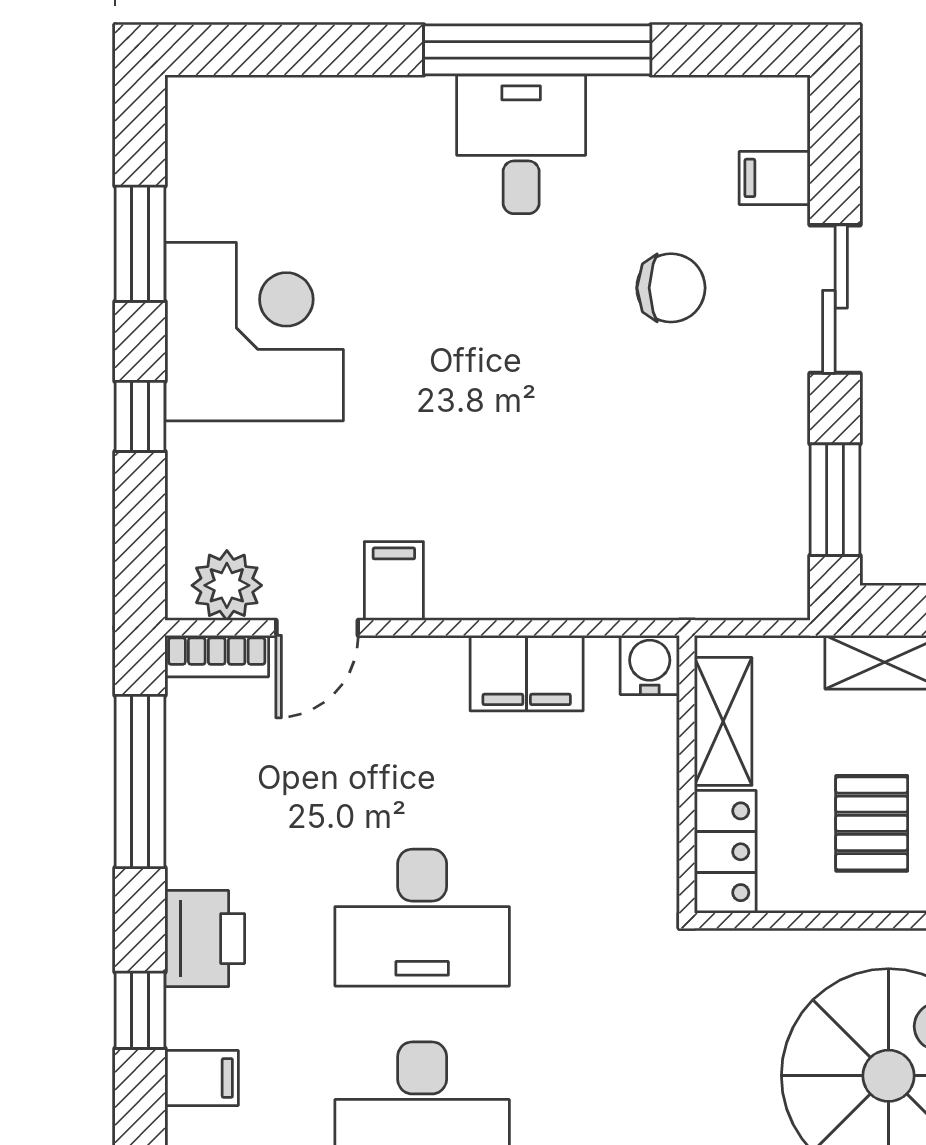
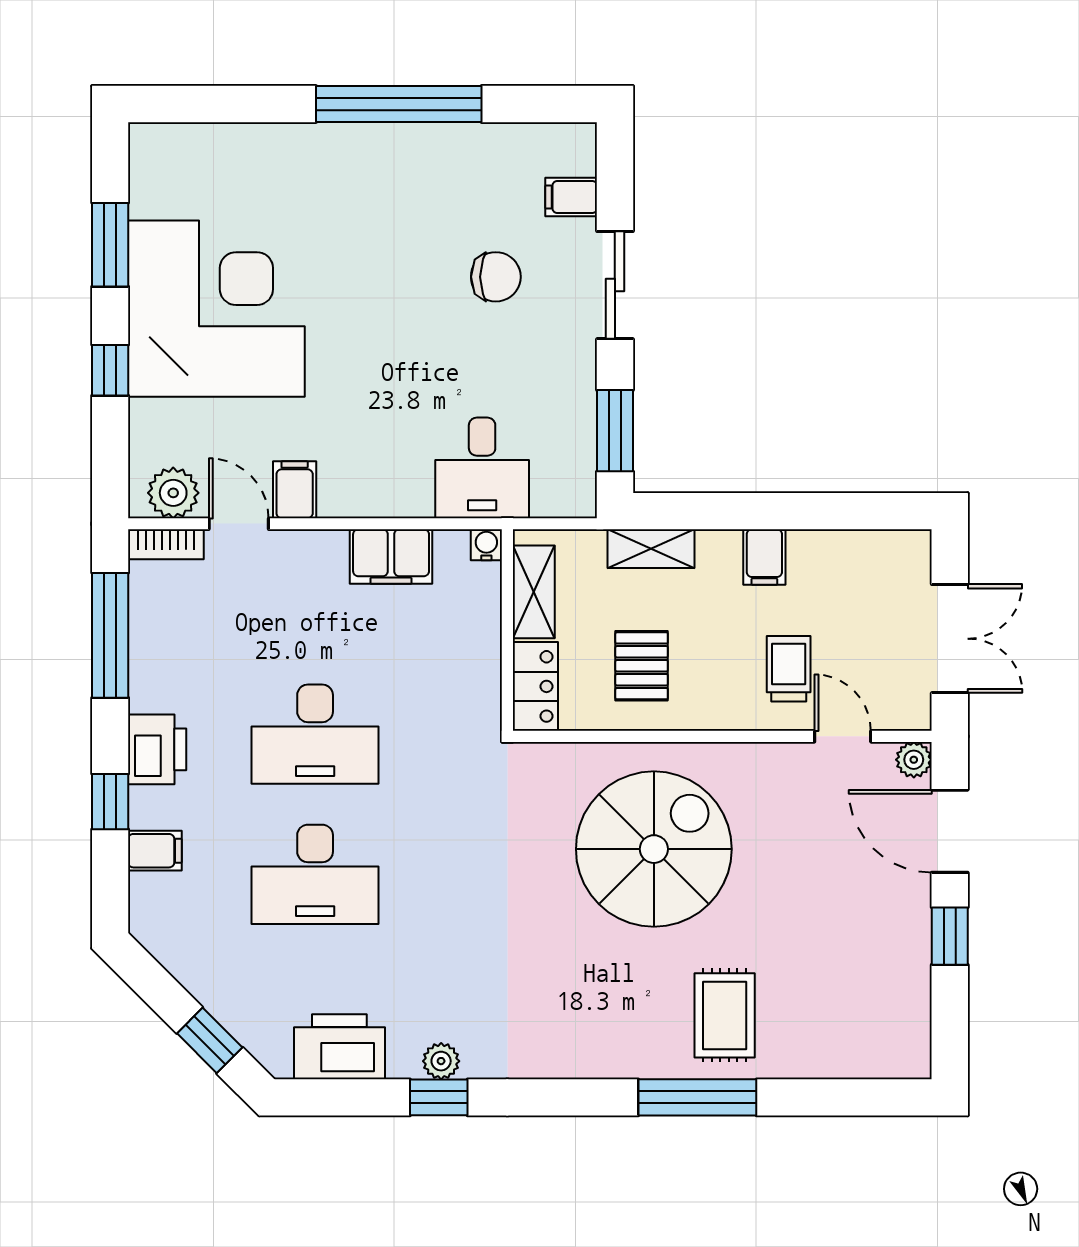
desk: (521, 144) -> (482, 468), moved, turned 180
corner desk: (254, 332) -> (216, 309), width x1.36, depth x1.36
door: (317, 628) -> (239, 524), swing flipped
water cooler: (650, 665) -> (486, 545), width x0.72, depth x0.72

